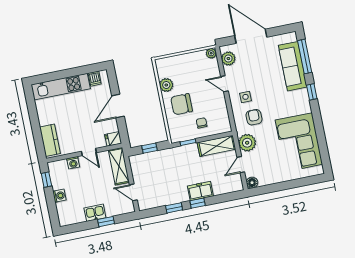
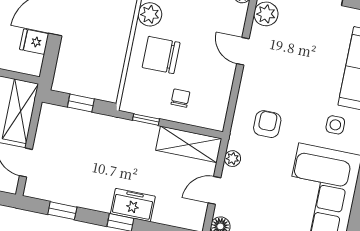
side table: (245, 97) -> (335, 125), moved
fridge: (113, 139) -> (34, 42), moved
plant: (247, 143) -> (232, 159), width x0.53, depth x0.53
window: (174, 208) -> (62, 211), moved

